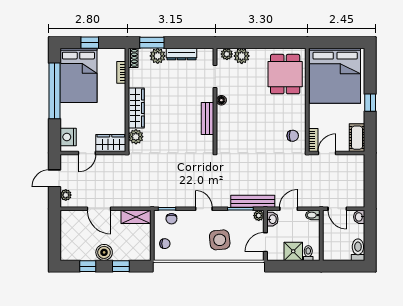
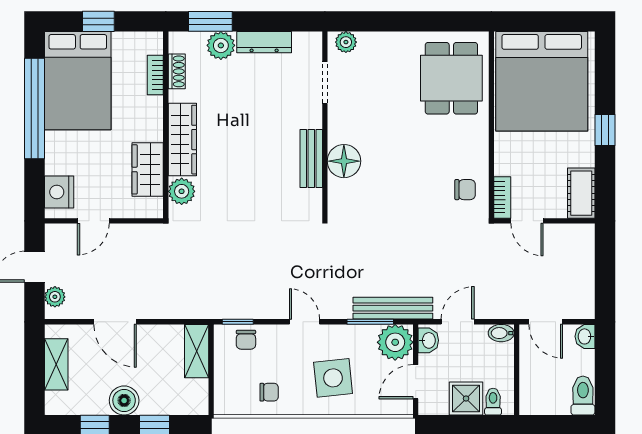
plant: (242, 56) -> (373, 46), removed
shoe rack: (133, 58) -> (177, 71), moved
floor lamp: (221, 100) -> (344, 161), moved, width x1.89, depth x1.89
wardrobe: (111, 143) -> (148, 169), moved, turned -90
door: (327, 153) -> (527, 221), swing flipped
plant: (259, 216) -> (395, 342), width x1.87, depth x1.87
shelving: (136, 217) -> (197, 351), moved, turned 90
shelving: (66, 232) -> (56, 364), added
chair: (165, 244) -> (269, 392), moved

